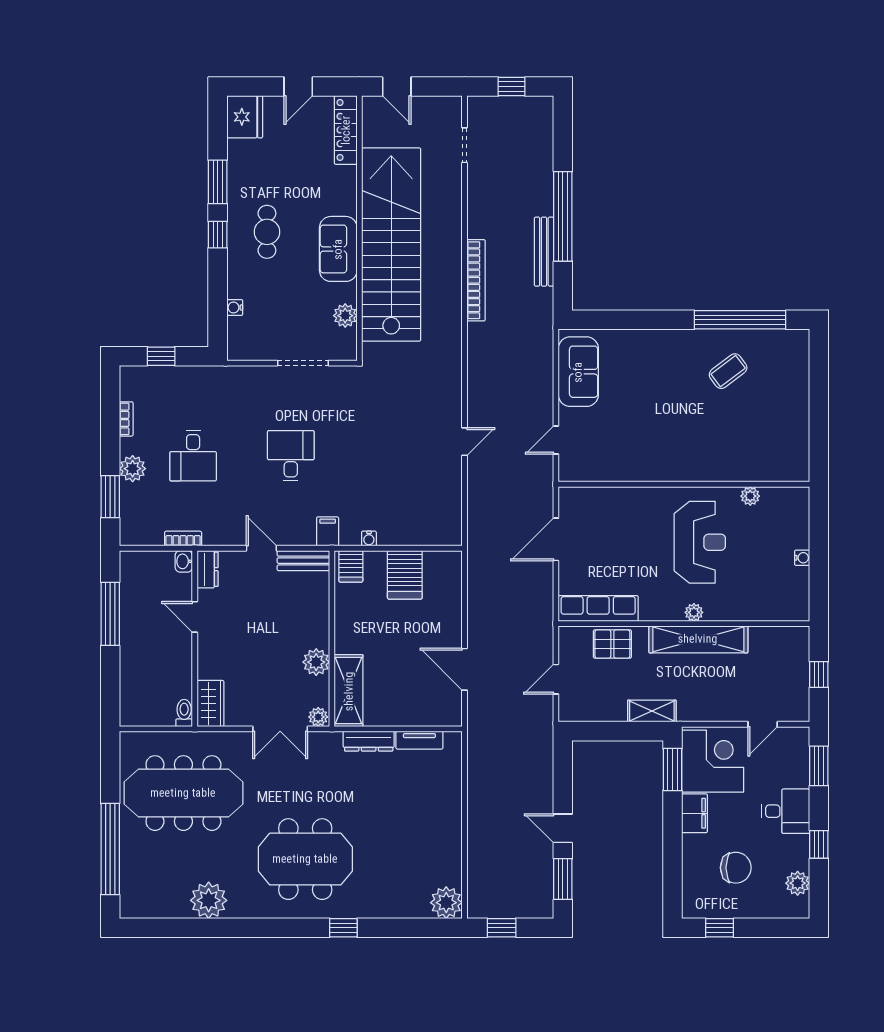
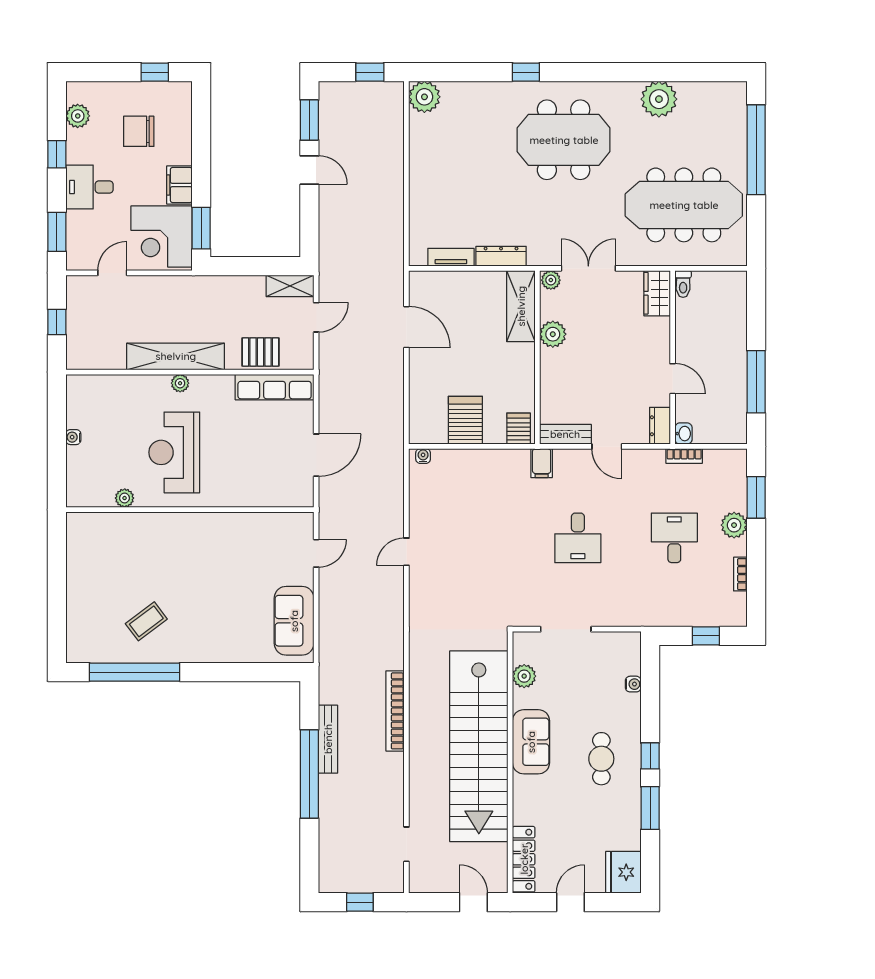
water cooler: (369, 539) -> (423, 456), moved
shelving: (652, 711) -> (290, 286), moved

